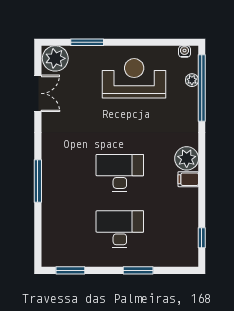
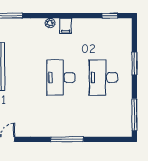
plant: (187, 158) -> (50, 23), width x0.53, depth x0.53
window: (70, 270) -> (134, 115), width x1.44

